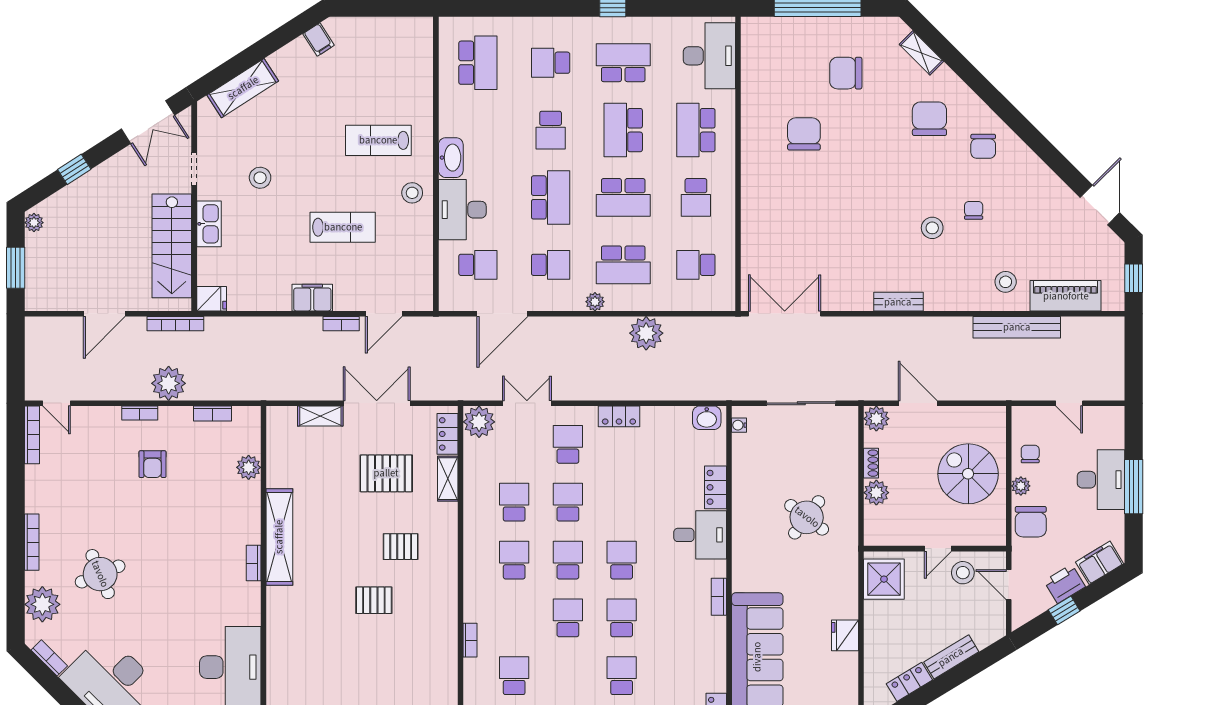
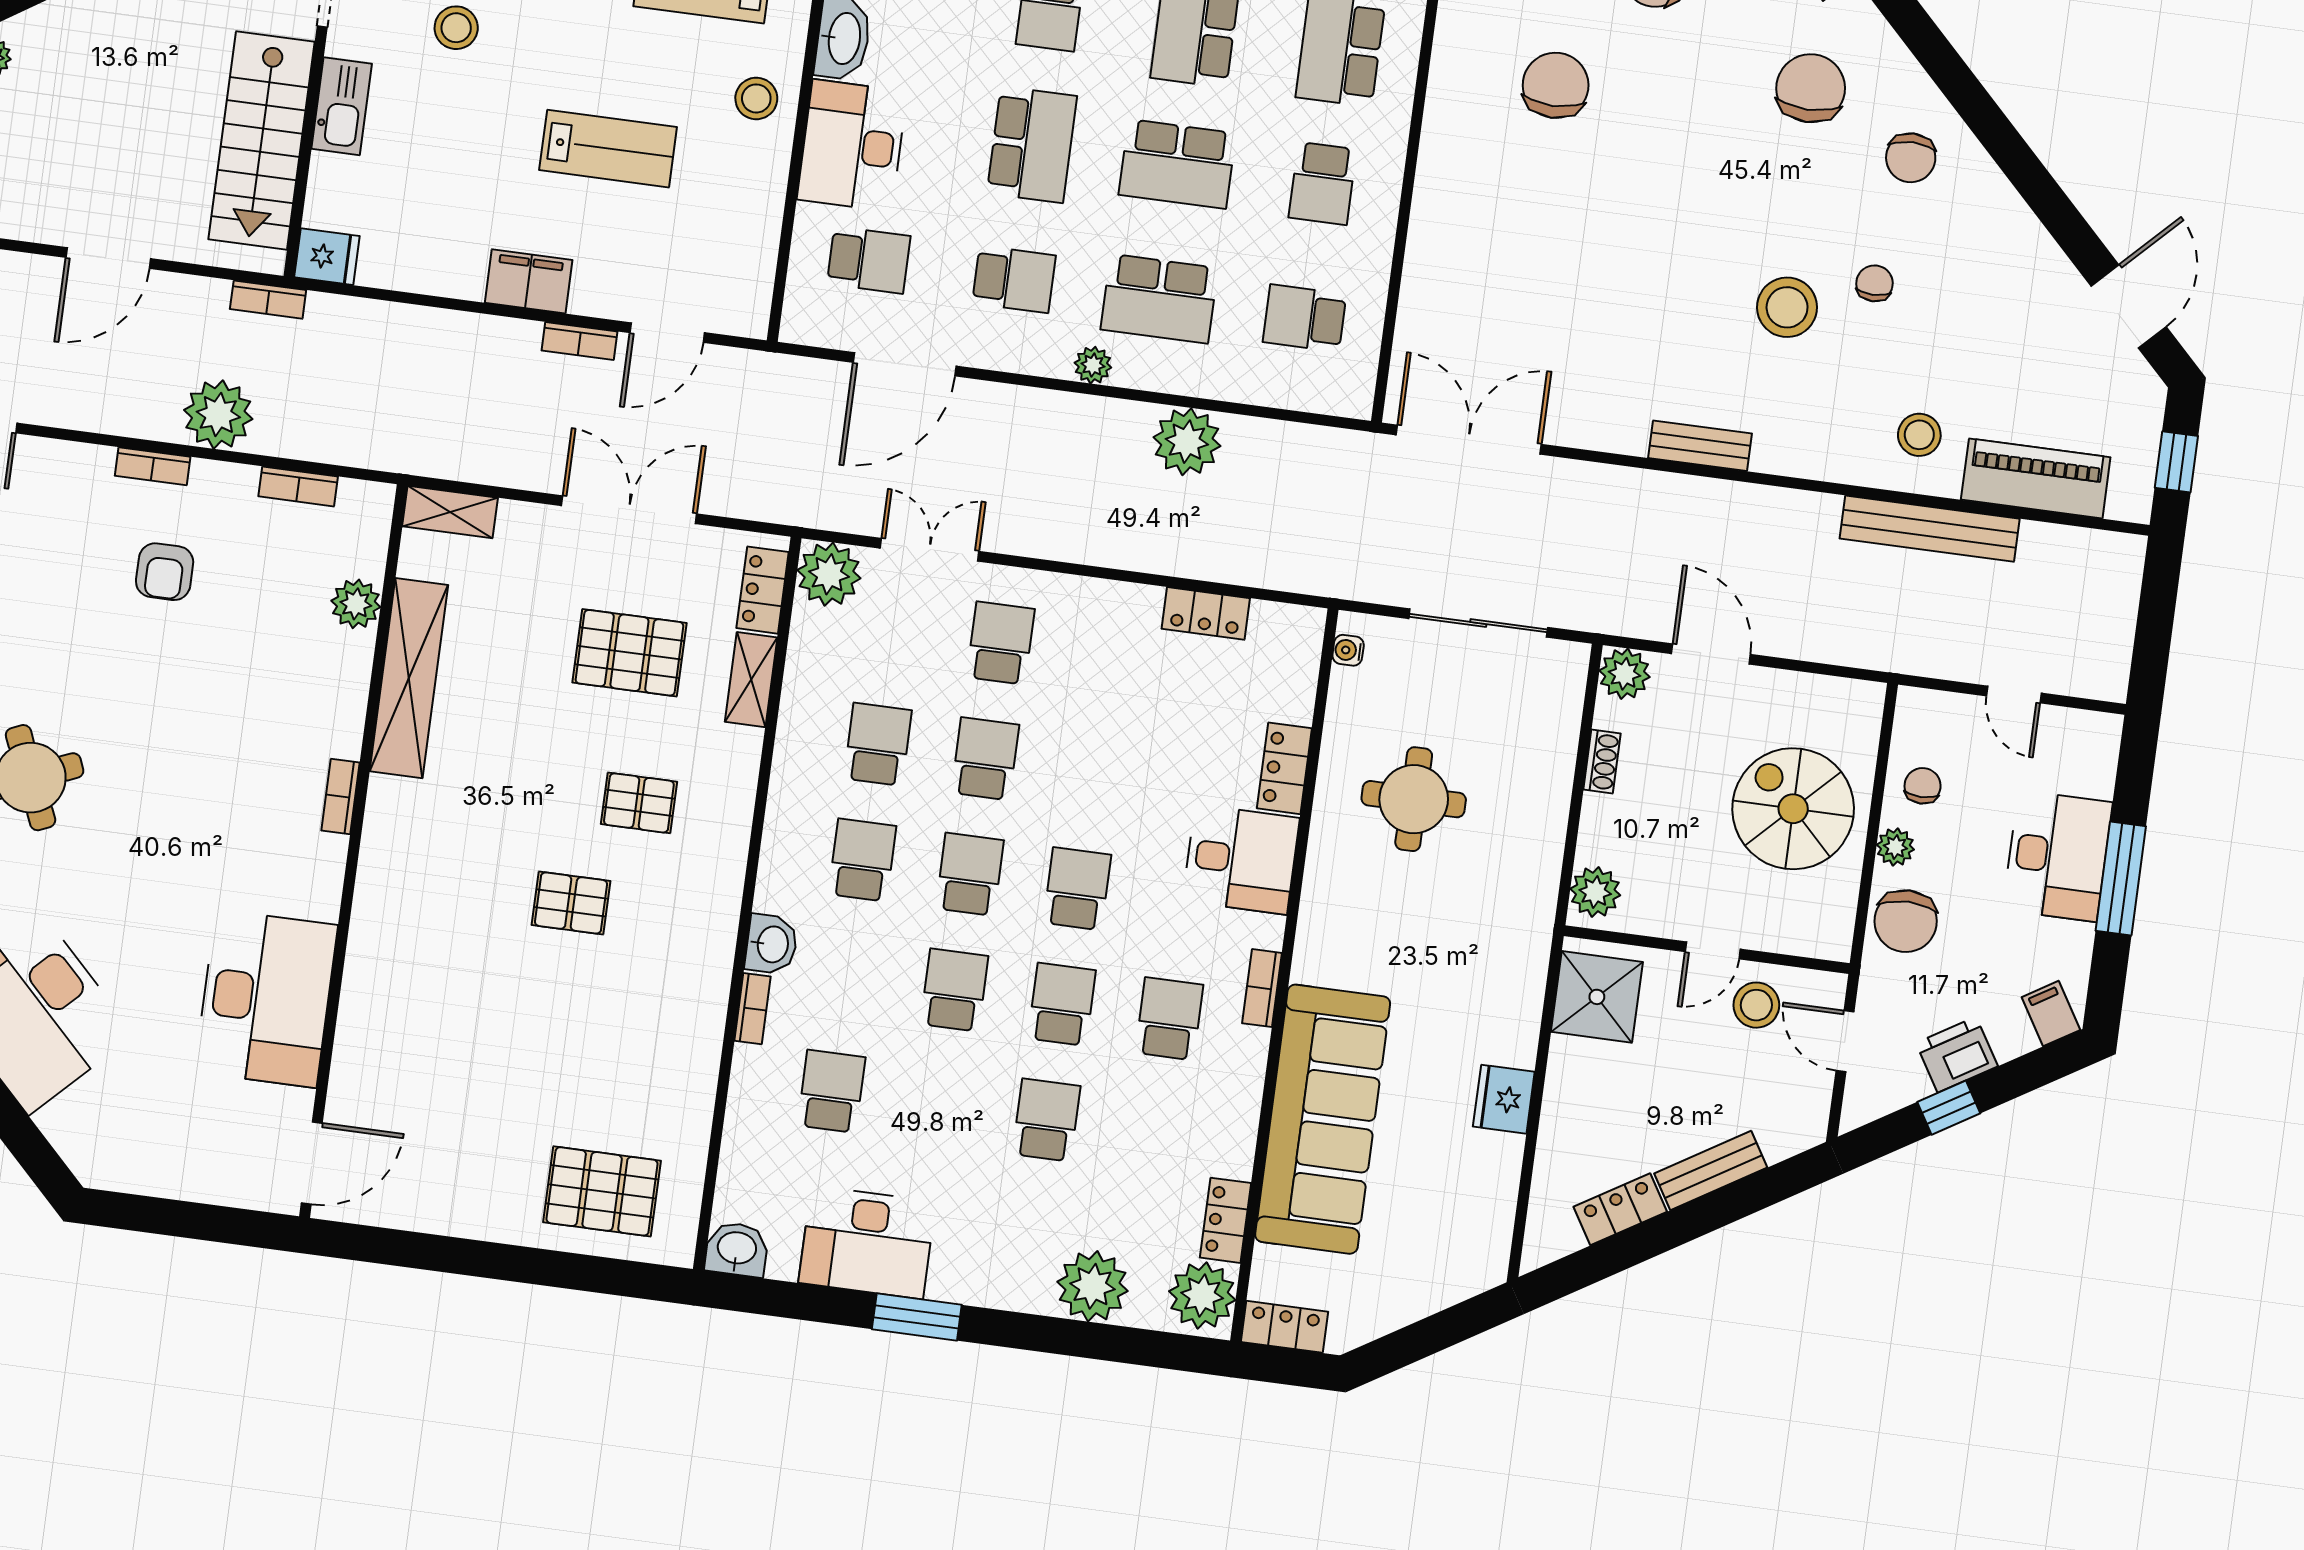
stool: (932, 228) -> (1787, 307), width x1.38, depth x1.38
bookcase: (175, 324) -> (268, 300), width x0.64
shelving: (320, 416) -> (450, 512), moved
locker: (619, 416) -> (1206, 613), moved
washbasin: (707, 418) -> (771, 944), moved, turned -90
plant: (876, 493) -> (1595, 892), moved
round table: (807, 517) -> (1414, 799), moved, turned -37
shelving: (279, 537) -> (409, 678), moved
filing cabinet: (1100, 563) -> (2051, 1014), width x0.50
school desk: (675, 618) -> (1169, 1019), added

